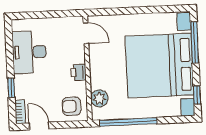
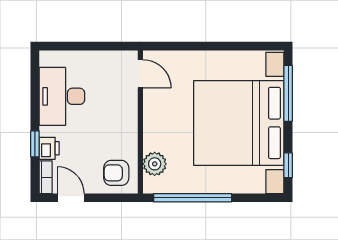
printer: (79, 72) -> (49, 148), moved, turned 180

